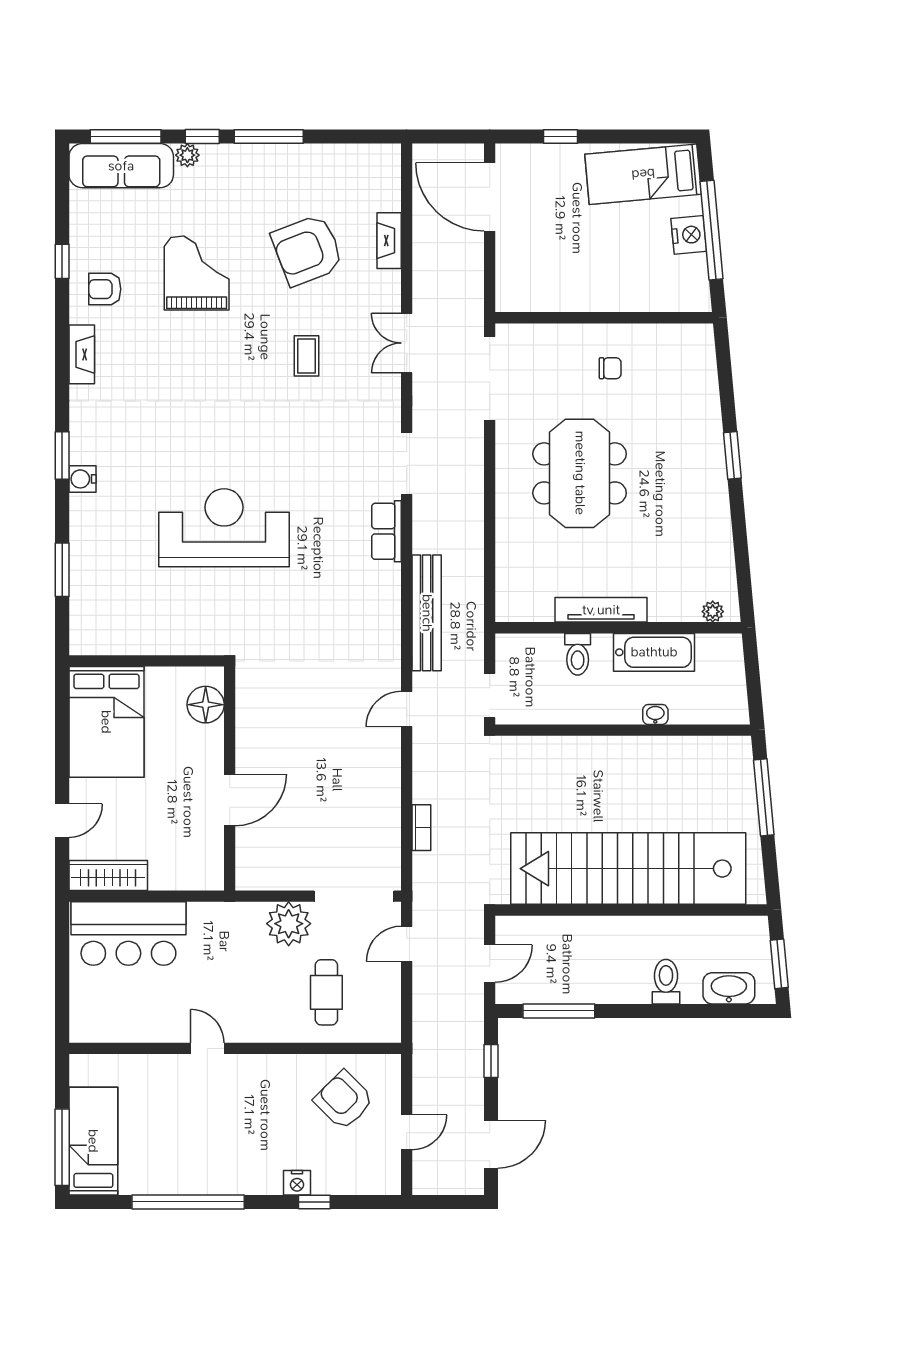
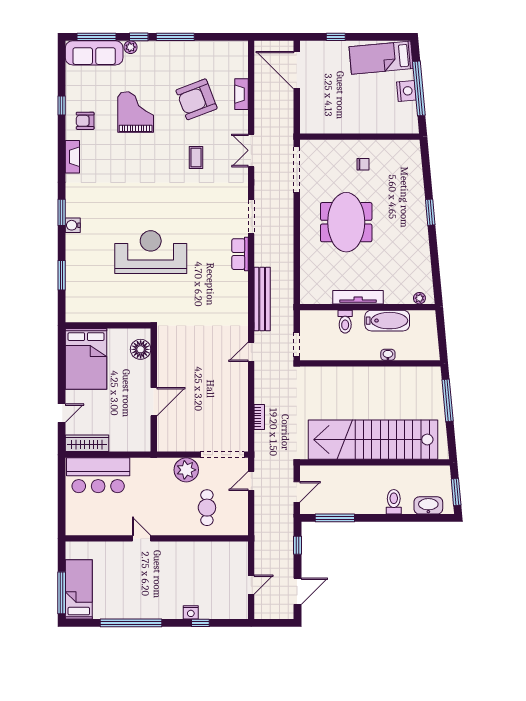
armchair: (344, 1100) -> (217, 567), removed

